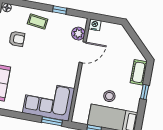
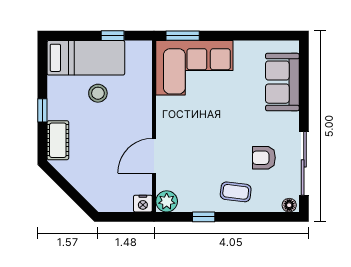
plant: (78, 34) -> (167, 201), moved

